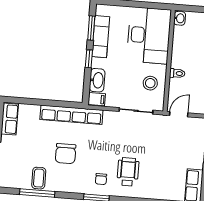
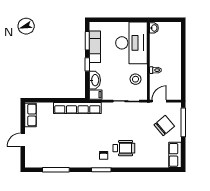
chair: (66, 154) -> (164, 126), moved, turned -130
wheelchair: (128, 172) -> (124, 148), turned 90
coffee table: (39, 178) -> (56, 158), removed

